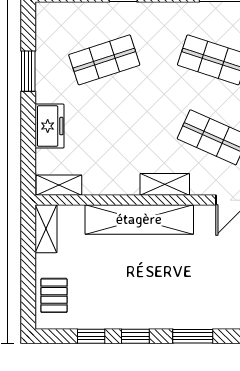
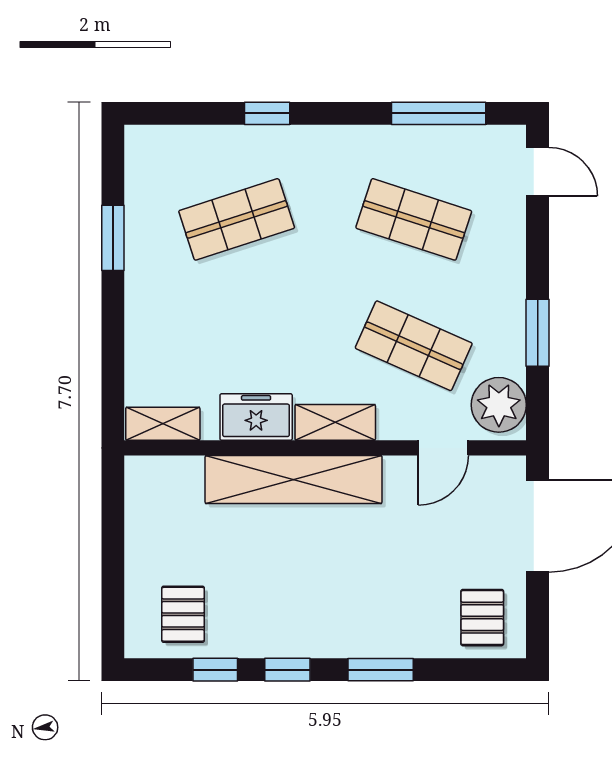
freezer: (50, 126) -> (256, 417), moved, turned -90
shelving: (46, 229) -> (142, 495), removed
pallet: (54, 295) -> (183, 614), moved

